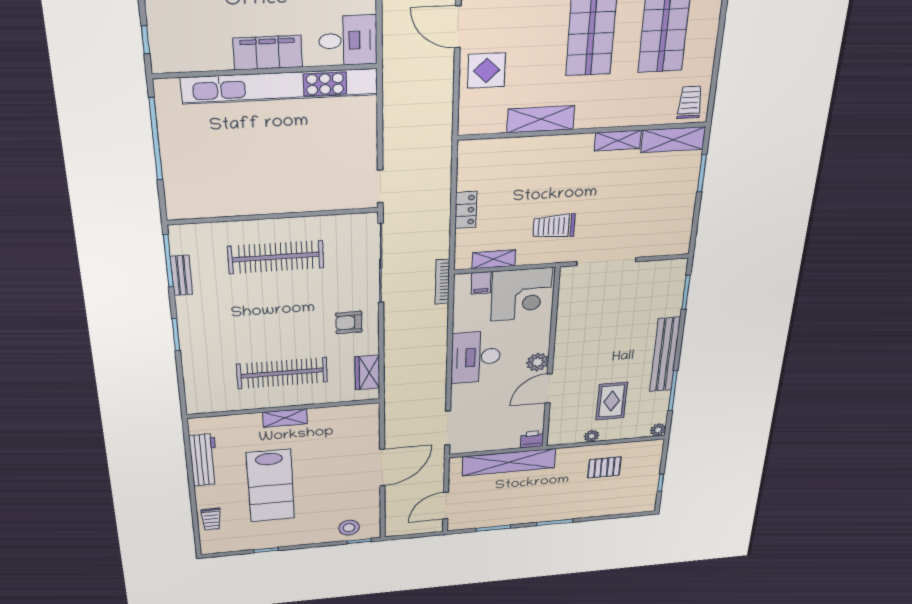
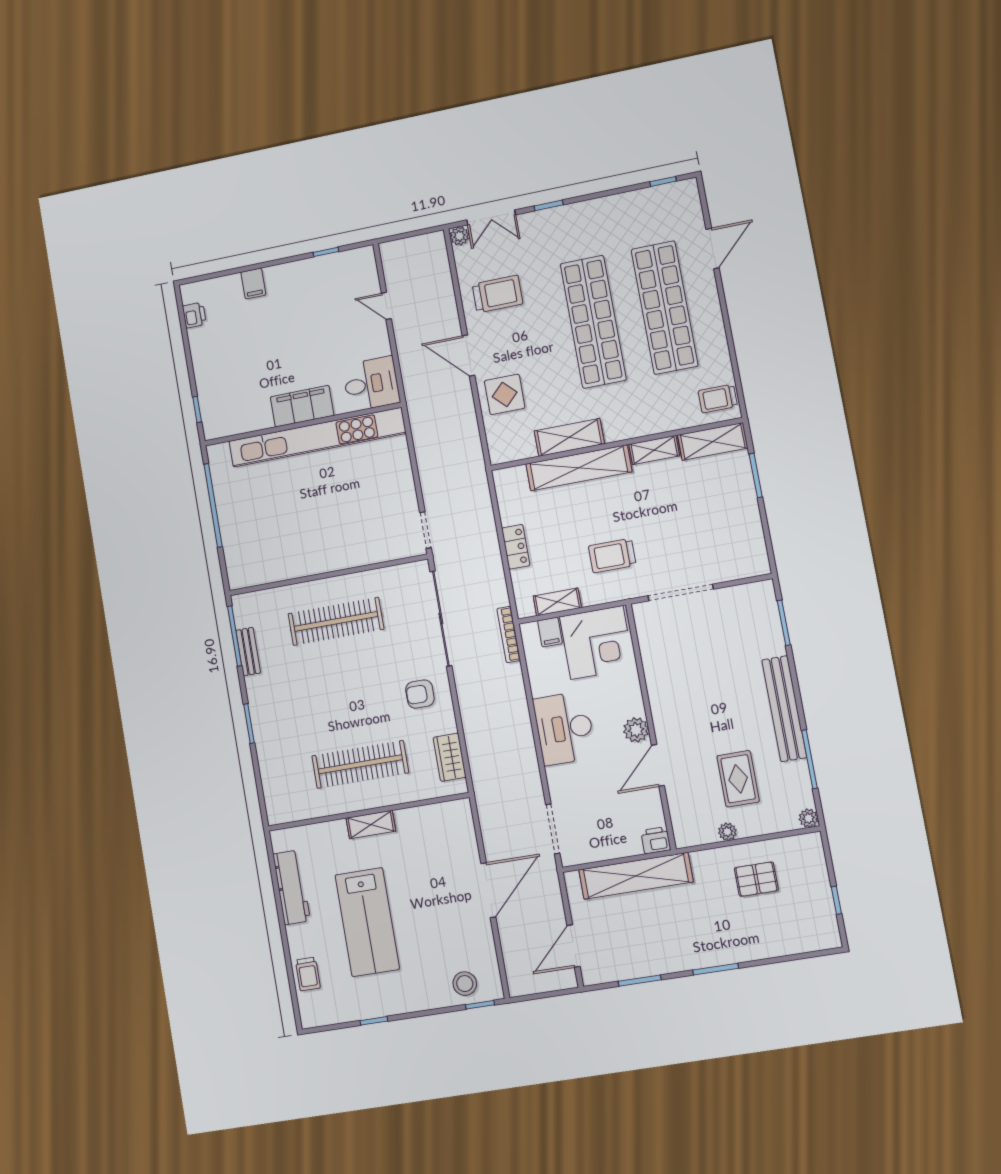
trolley: (690, 102) -> (718, 399), turned -90
shelving: (543, 148) -> (579, 468), added

